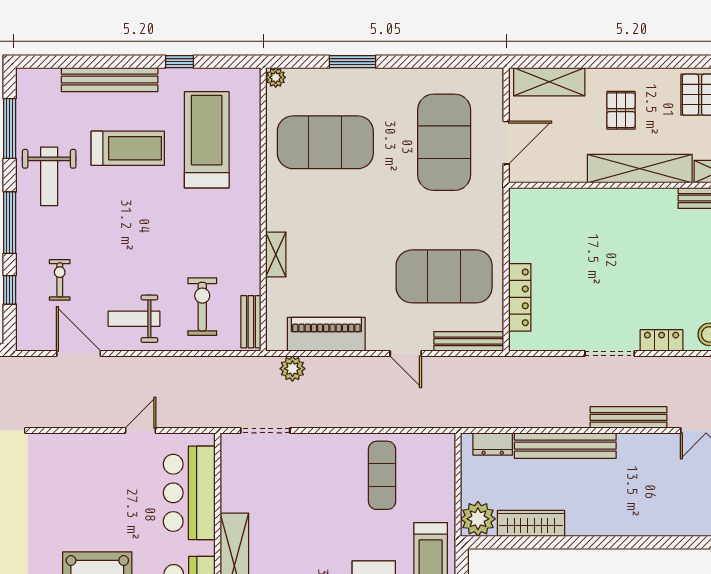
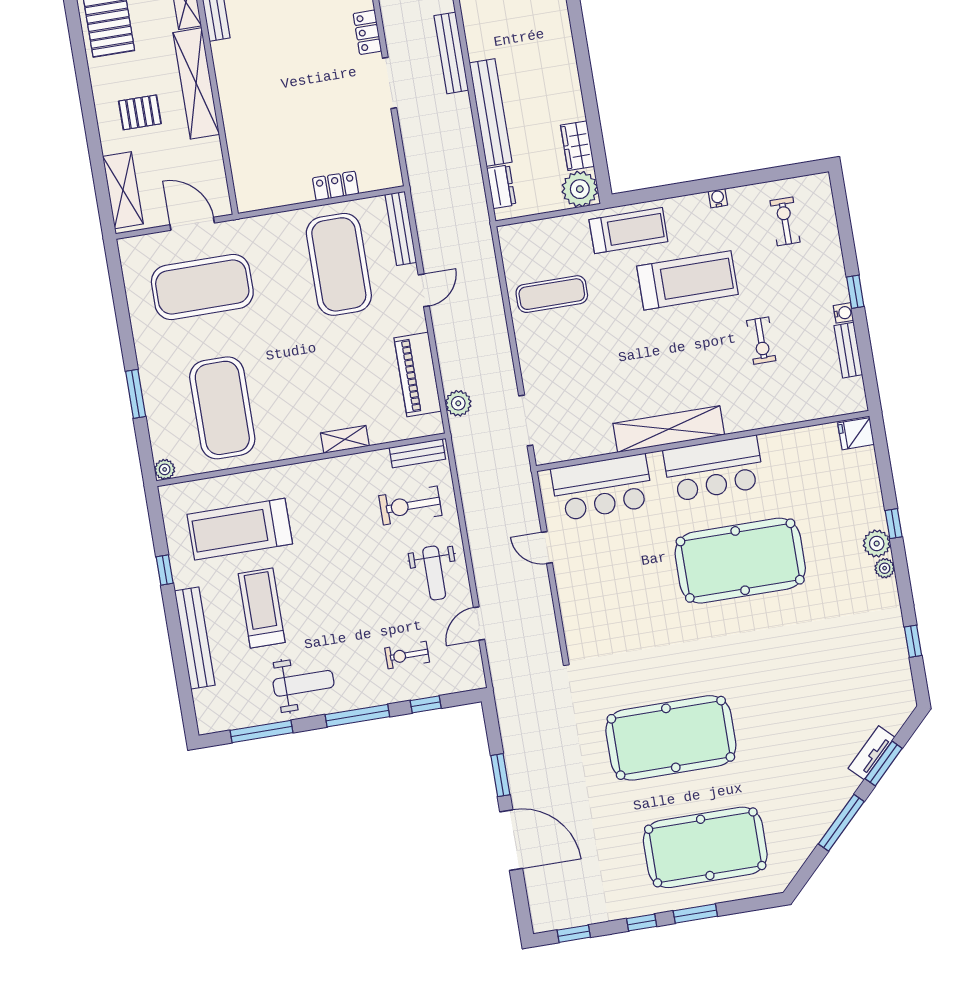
locker: (520, 297) -> (336, 186), width x0.66
door: (79, 354) -> (479, 623), width x0.73
wardrobe: (531, 523) -> (577, 146), width x0.67

